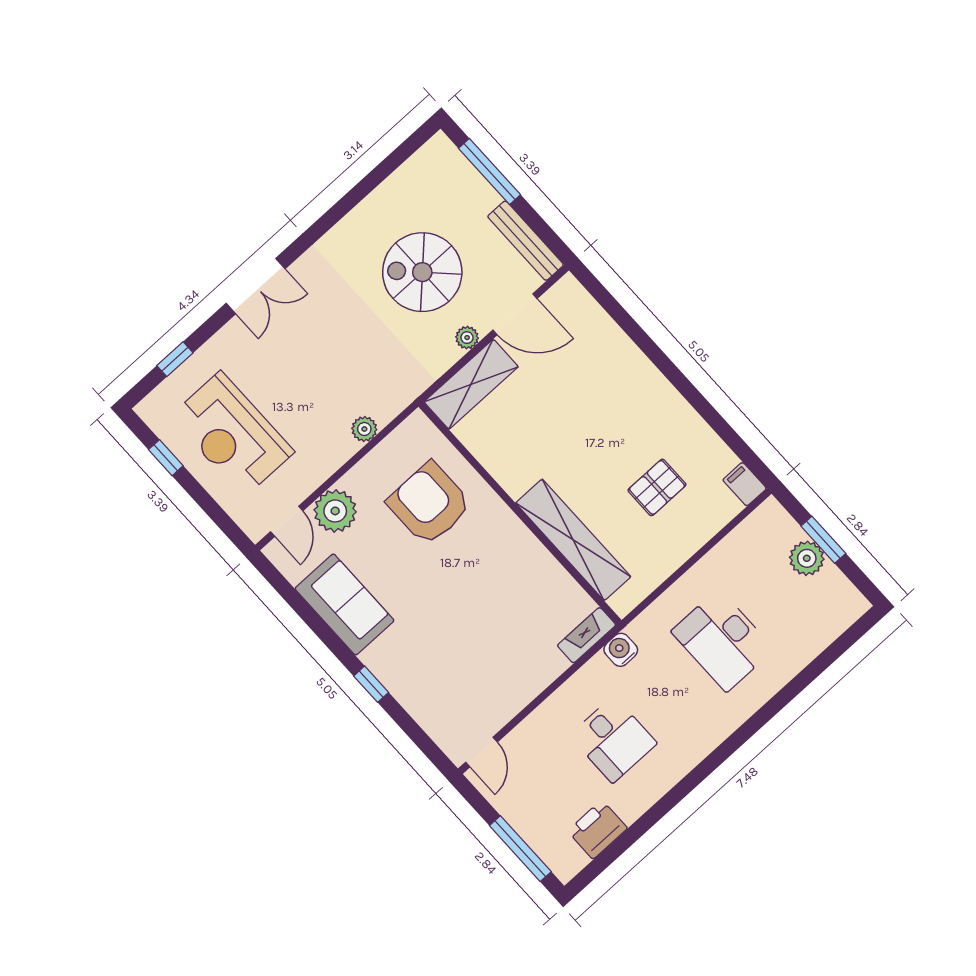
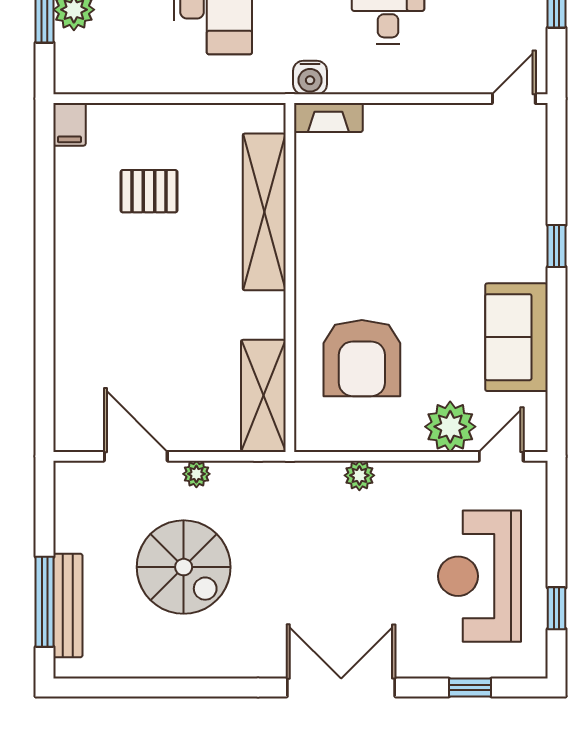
bench: (526, 241) -> (68, 606), moved
double door: (256, 286) -> (341, 688), width x1.37
shelving: (471, 384) -> (263, 395), moved, turned 90
reception desk: (232, 434) -> (480, 576), turned 180

